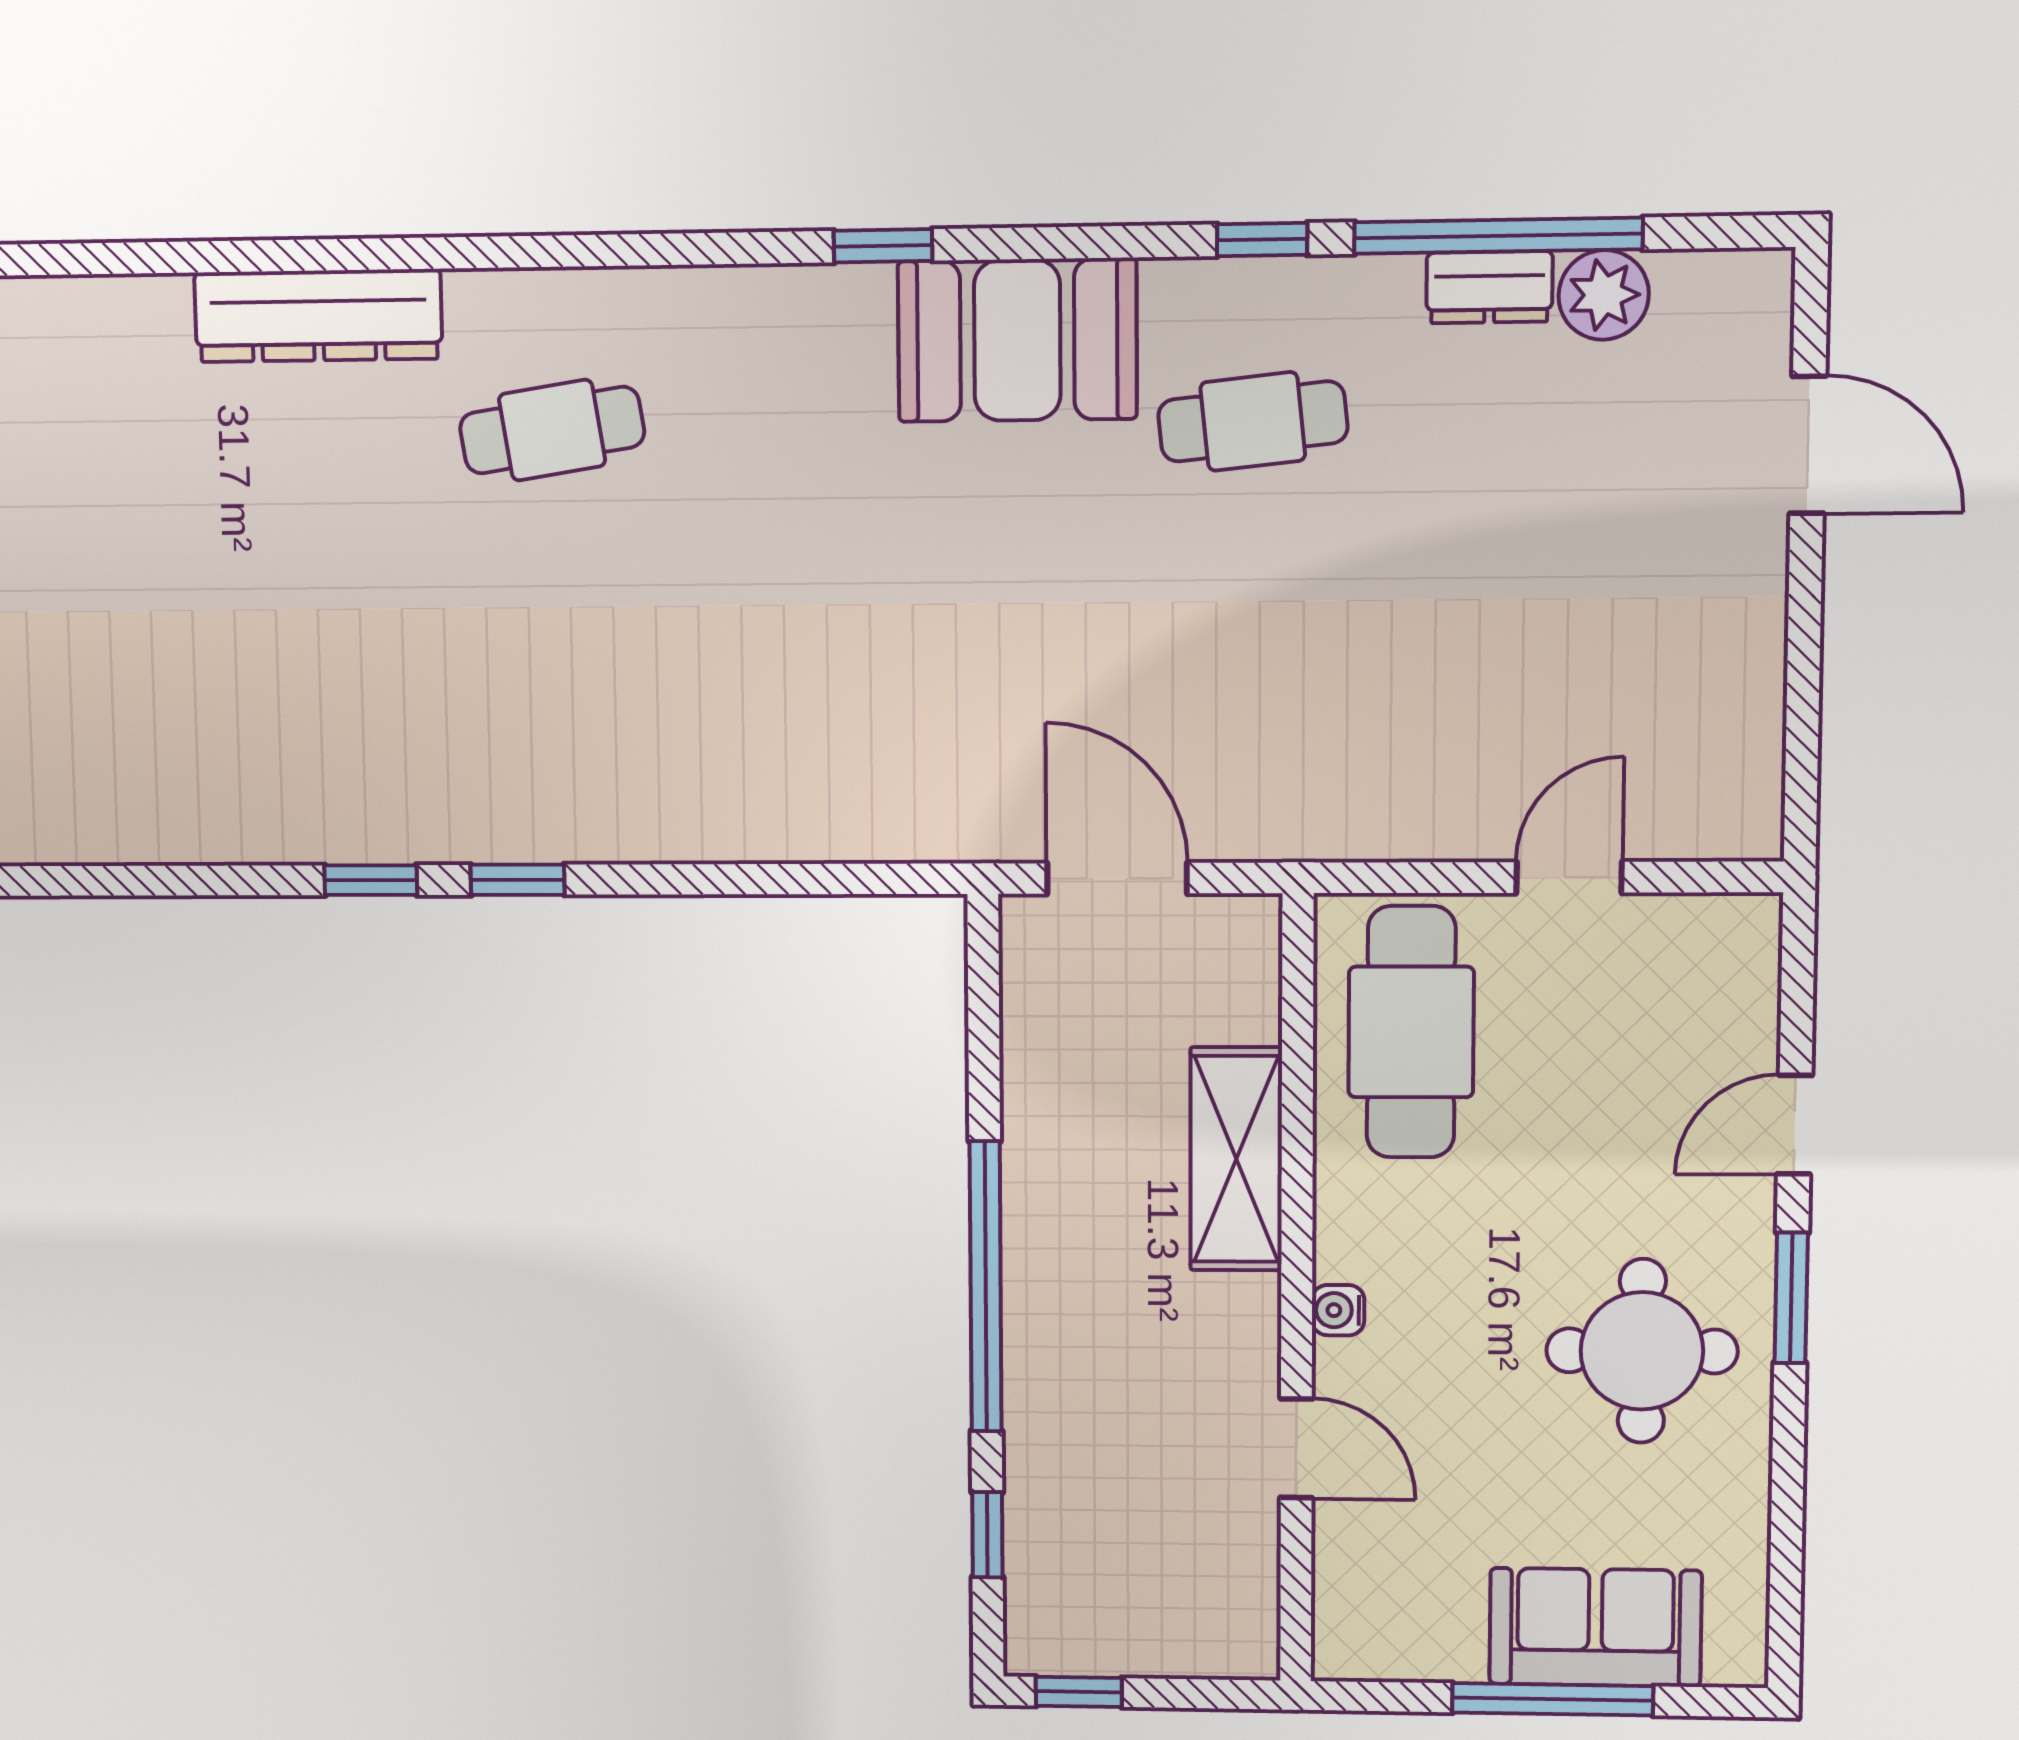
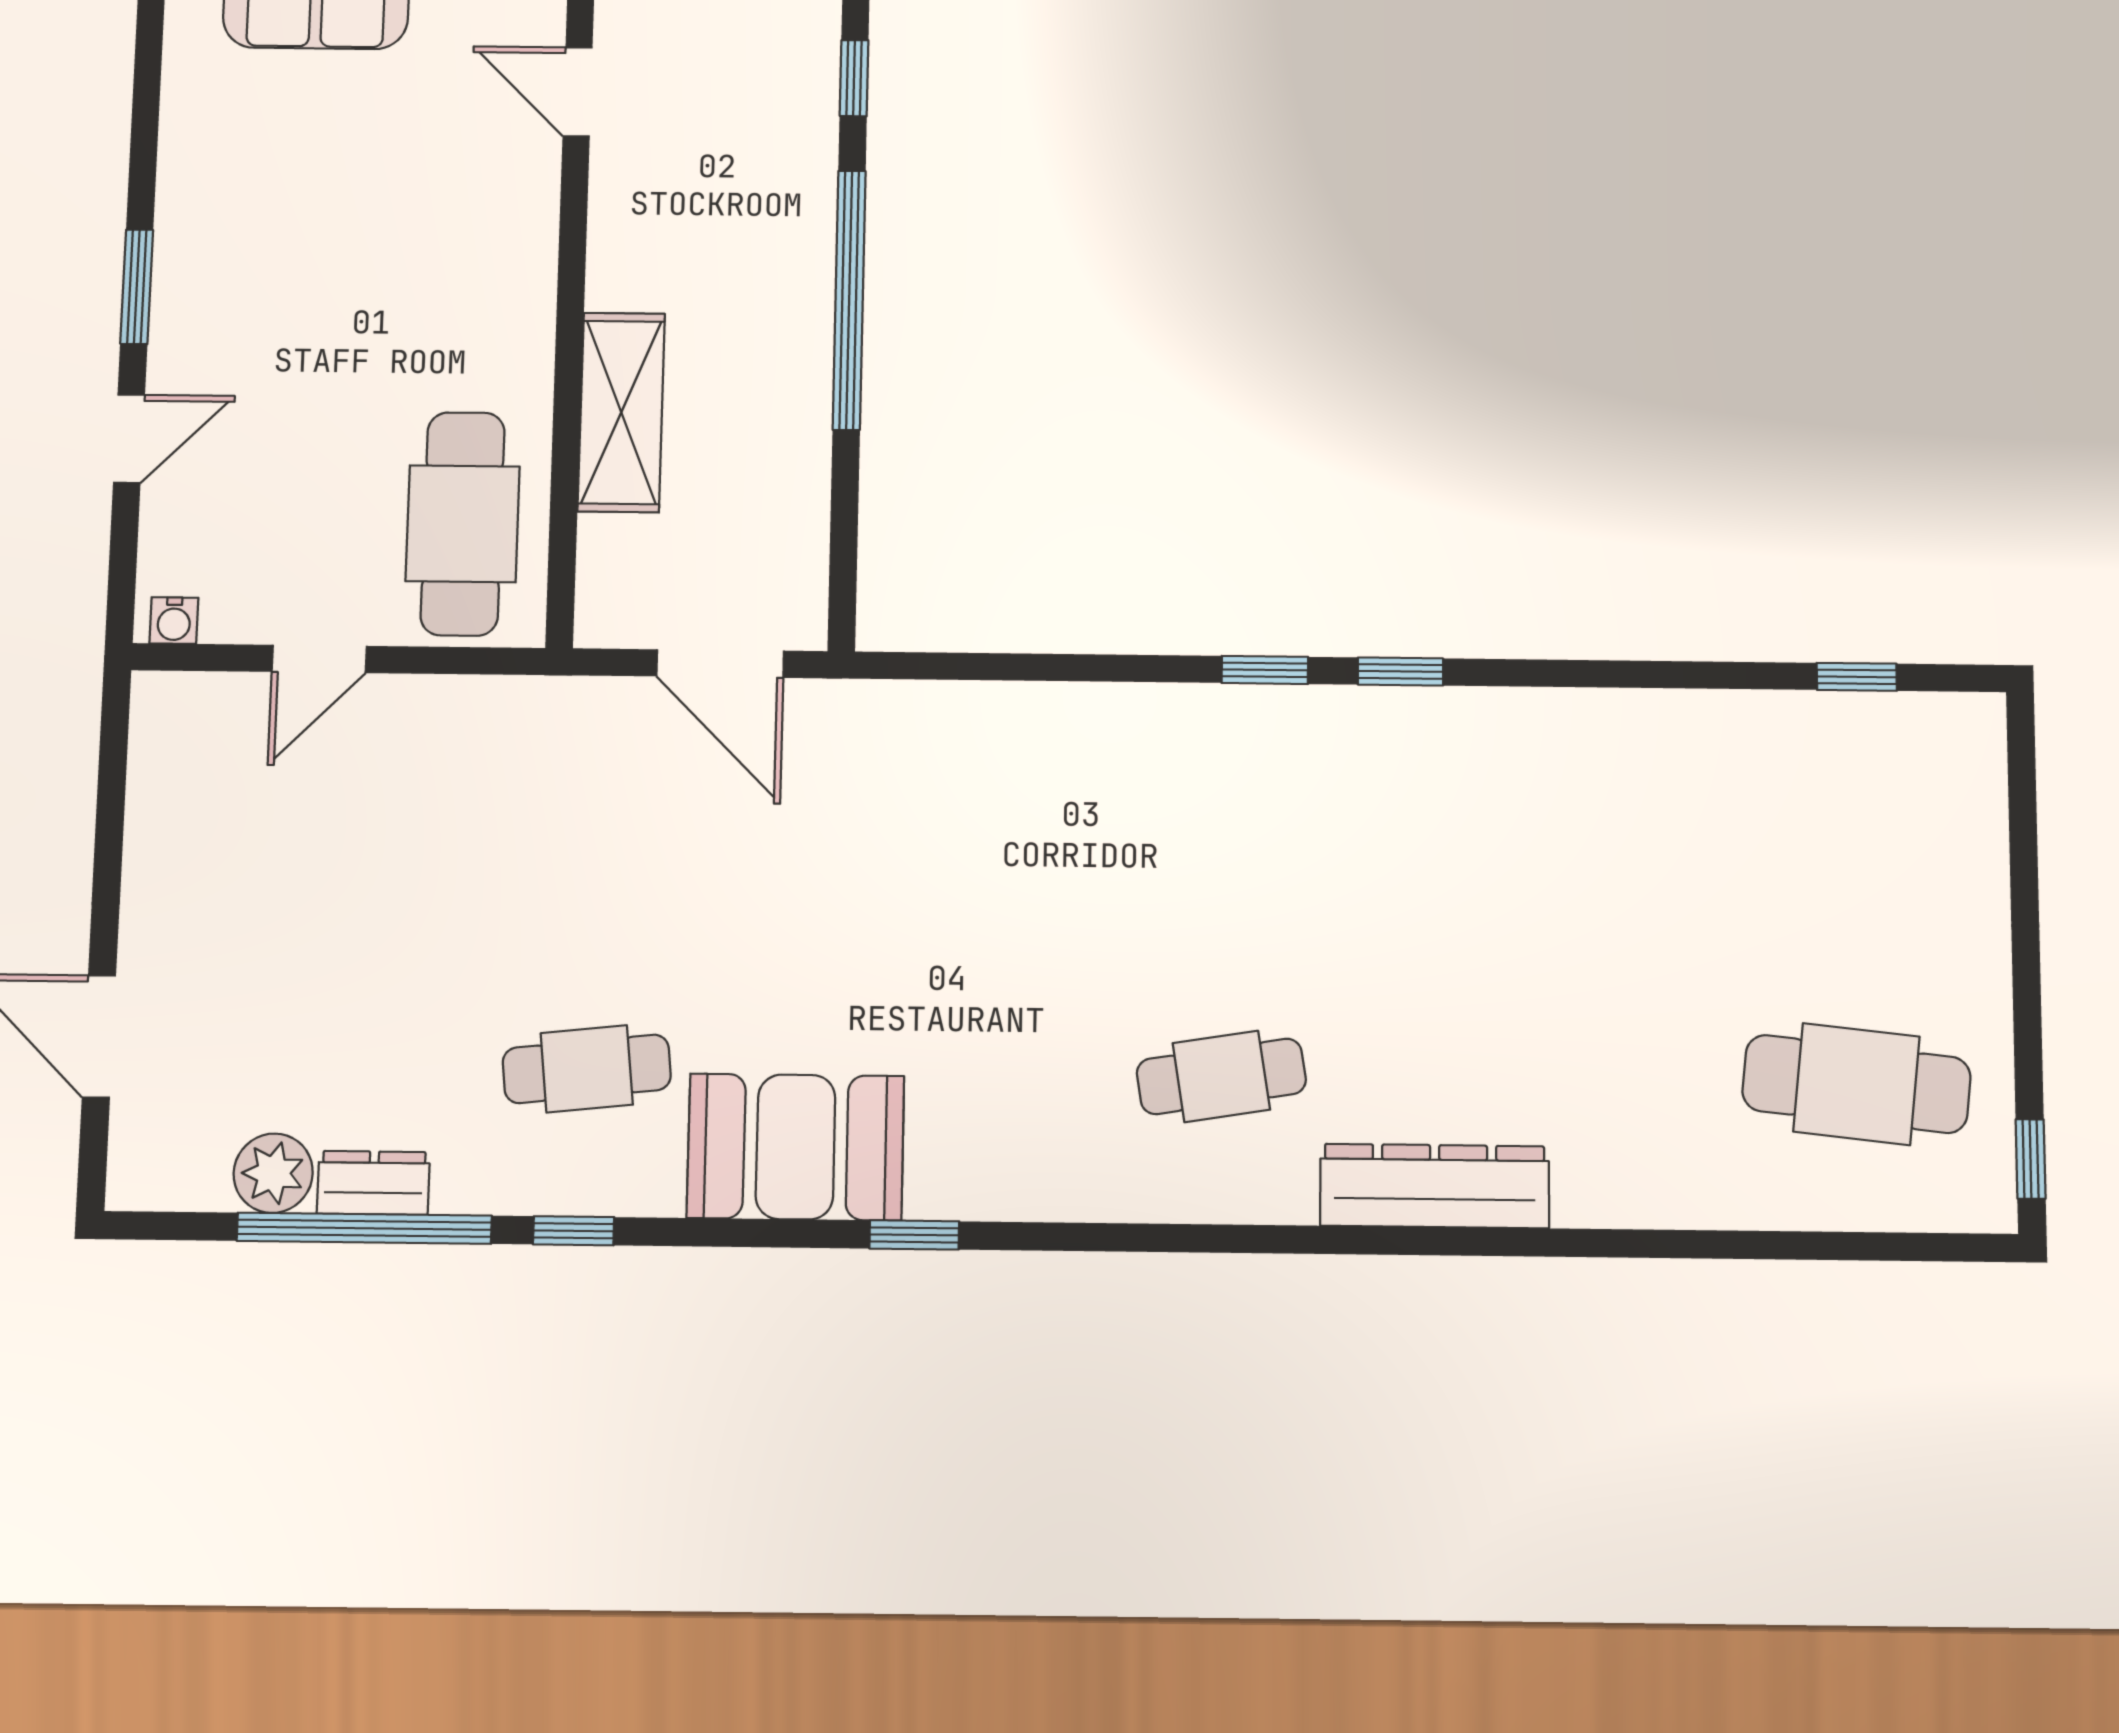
water cooler: (1338, 1310) -> (174, 621), moved, turned 90
round table: (1642, 1351) -> (268, 241), removed
door: (1296, 1448) -> (578, 92), moved

